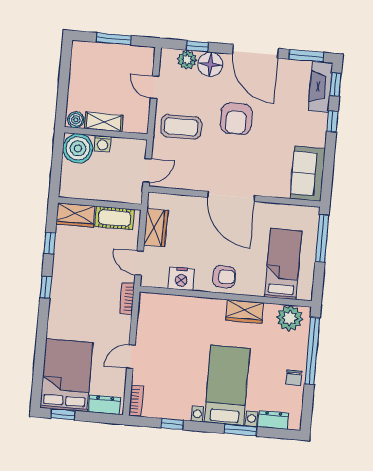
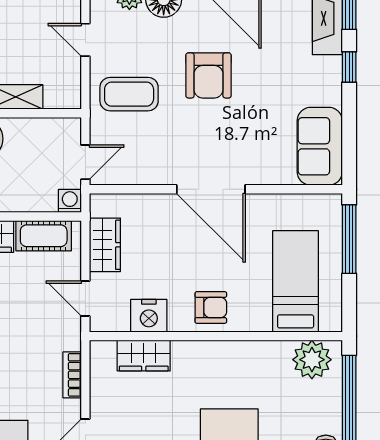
washing machine: (102, 144) -> (70, 201), moved, turned 180
bookcase: (127, 299) -> (72, 375), moved
wardrobe: (245, 311) -> (144, 356), moved

